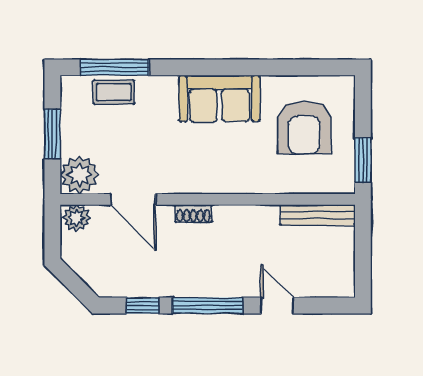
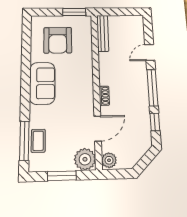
armchair: (304, 127) -> (58, 40), turned 90

